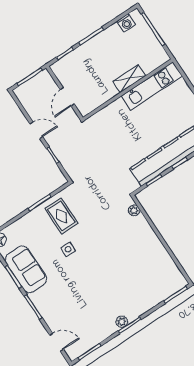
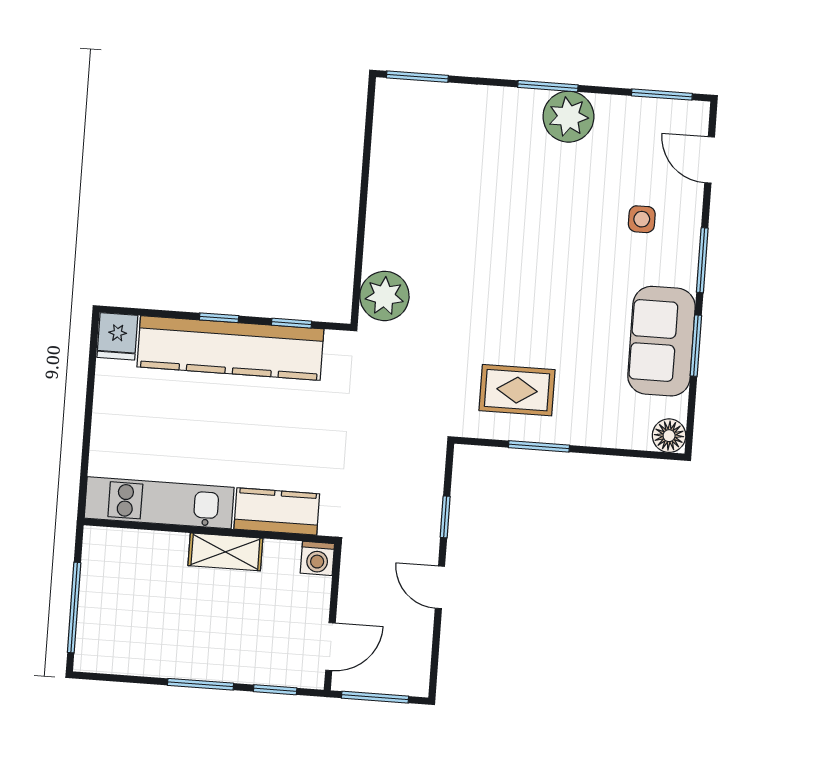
washing machine: (126, 23) -> (317, 558), moved, turned 180
shelving: (129, 79) -> (225, 552), moved
door: (67, 97) -> (330, 647), moved
kitchen counter: (110, 113) -> (277, 511), added
plant: (134, 210) -> (384, 296), width x1.88, depth x1.88
rug: (61, 216) -> (517, 390), turned 90
side table: (68, 249) -> (642, 219), moved
plant: (122, 322) -> (568, 117), width x1.88, depth x1.88

